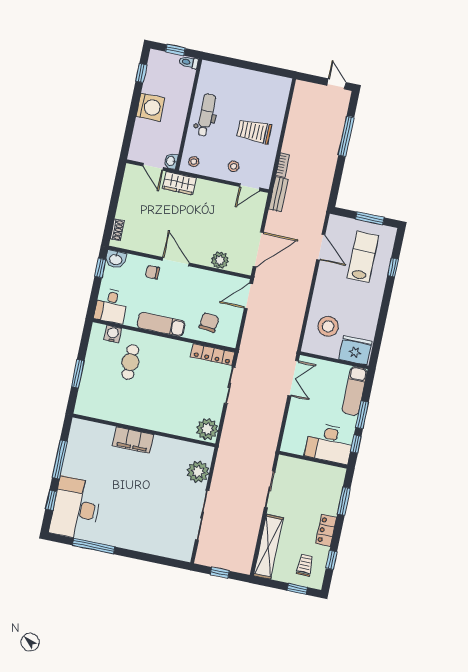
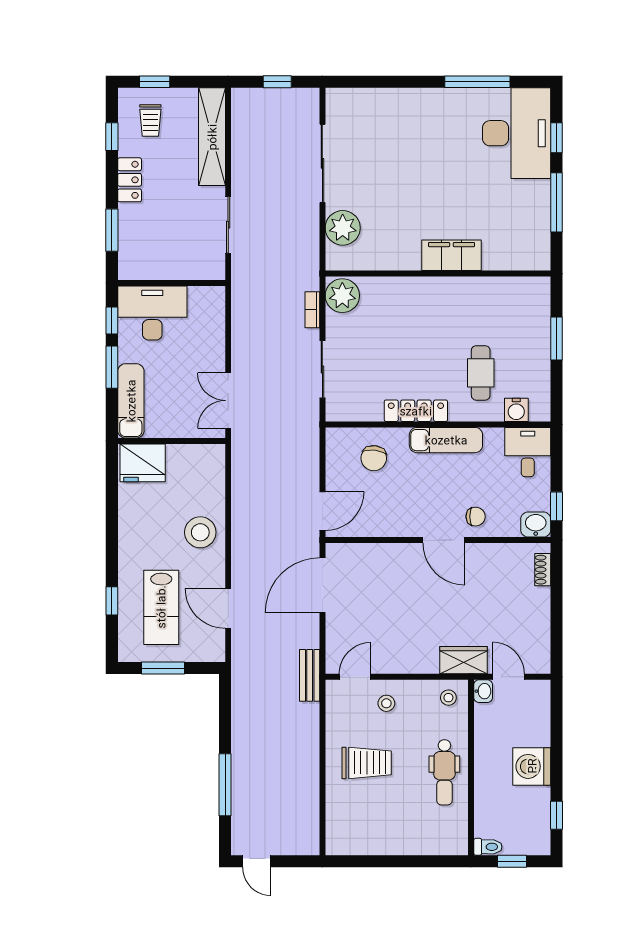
bookcase: (283, 165) -> (312, 310), moved
plant: (220, 260) -> (377, 556), removed
stool: (328, 326) -> (200, 532), moved
locker: (213, 355) -> (416, 411), moved

